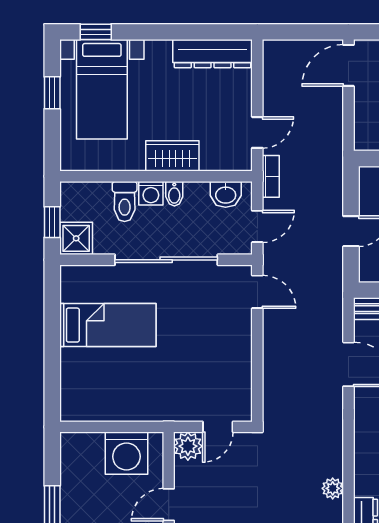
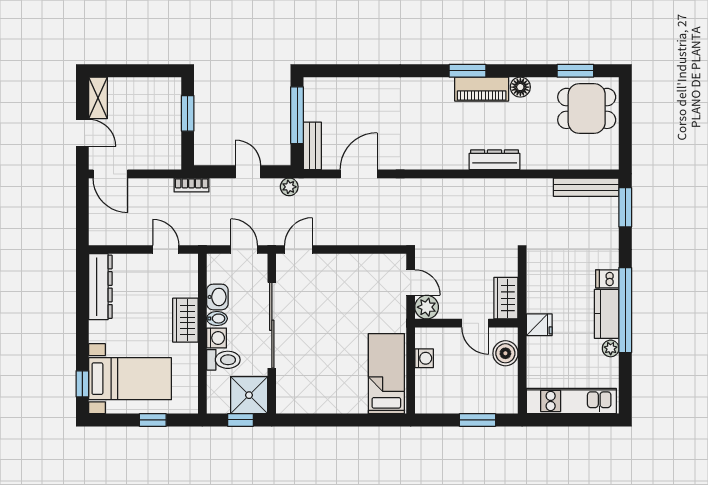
window: (52, 93) -> (153, 420), moved
bookcase: (271, 176) -> (192, 185), moved, turned 180
washbasin: (226, 194) -> (217, 297), moved
shower: (76, 238) -> (249, 395), width x1.36, depth x1.36
bed: (108, 325) -> (386, 374), moved
washing machine: (126, 453) -> (424, 358), width x0.53, depth x0.53
plant: (333, 488) -> (289, 187), moved

